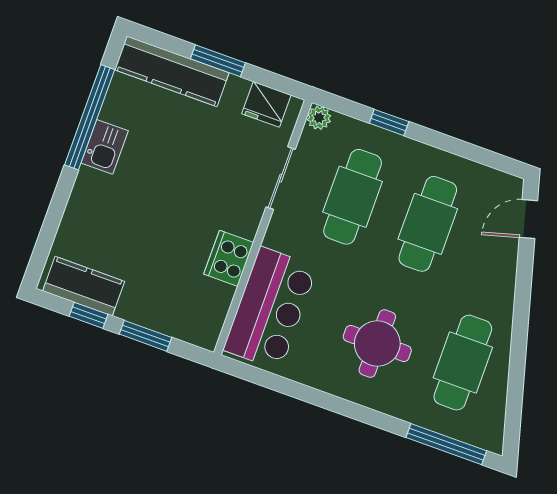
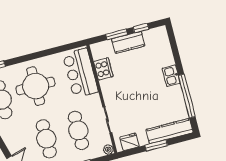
kitchen sink: (105, 147) -> (171, 76), moved
cooker: (229, 258) -> (103, 69), moved
kitchen counter: (84, 286) -> (128, 42), moved
round table: (377, 343) -> (36, 86), width x1.36, depth x1.36

